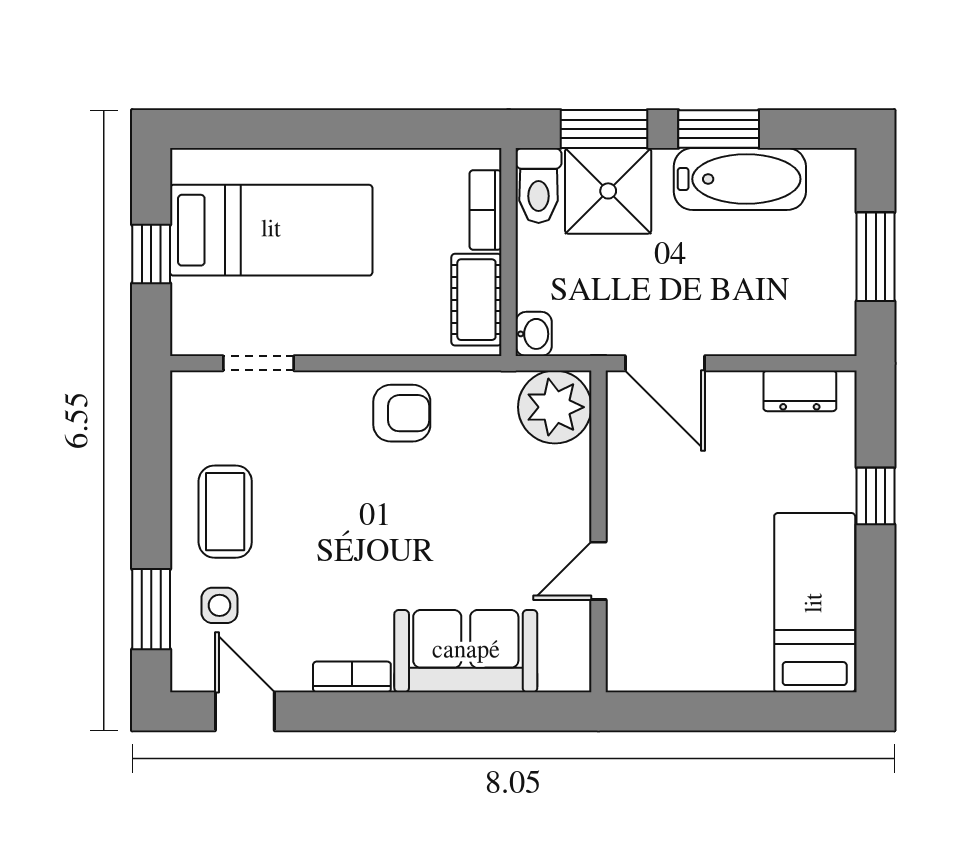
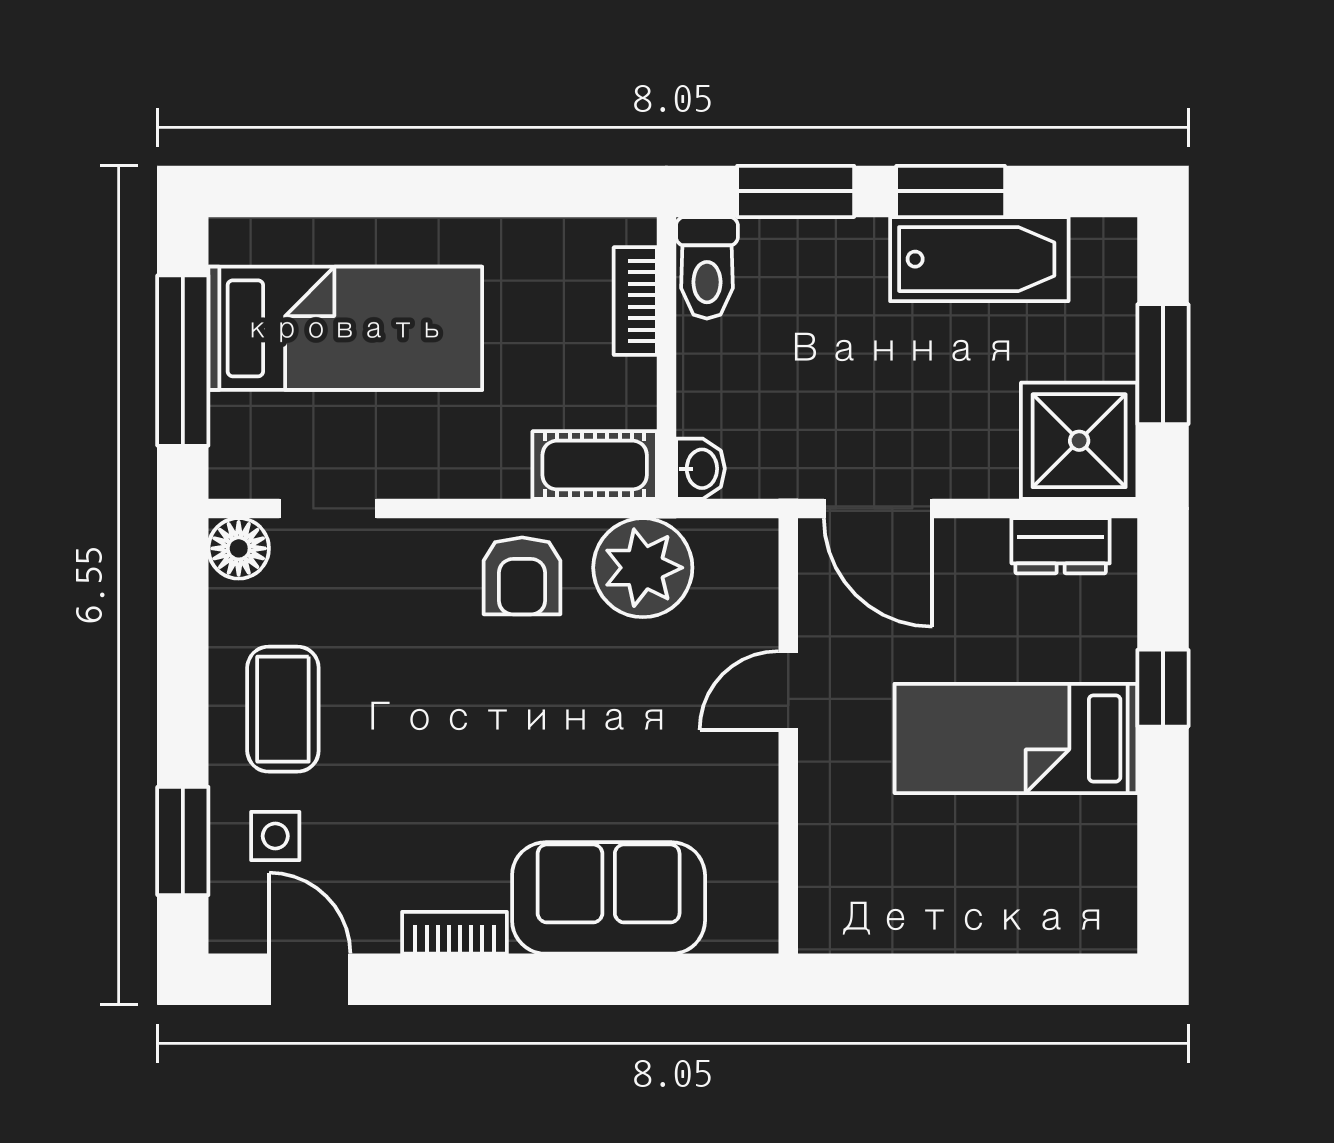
shower: (608, 191) -> (1079, 441), moved
window: (151, 254) -> (183, 361), width x2.17
cot: (476, 300) -> (595, 465), moved, turned 90
floor lamp: (192, 393) -> (239, 548), added
plant: (555, 407) -> (643, 568), moved
armchair: (402, 413) -> (522, 576), turned 90
door: (599, 571) -> (788, 691), moved
bed: (815, 603) -> (1016, 738), moved, turned -90

